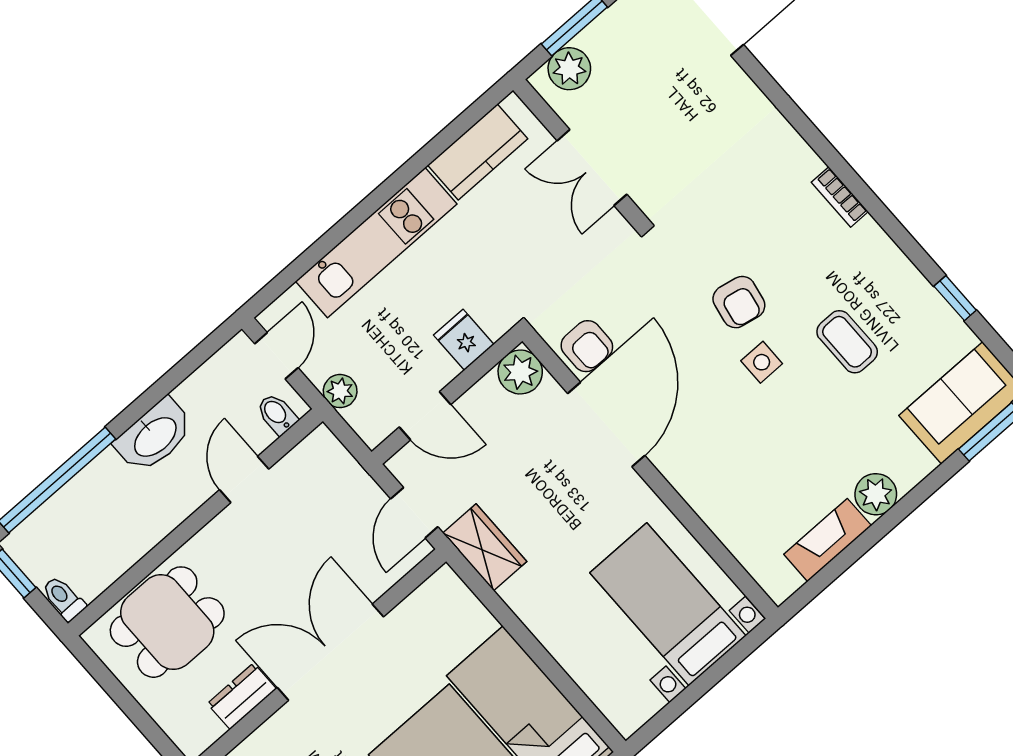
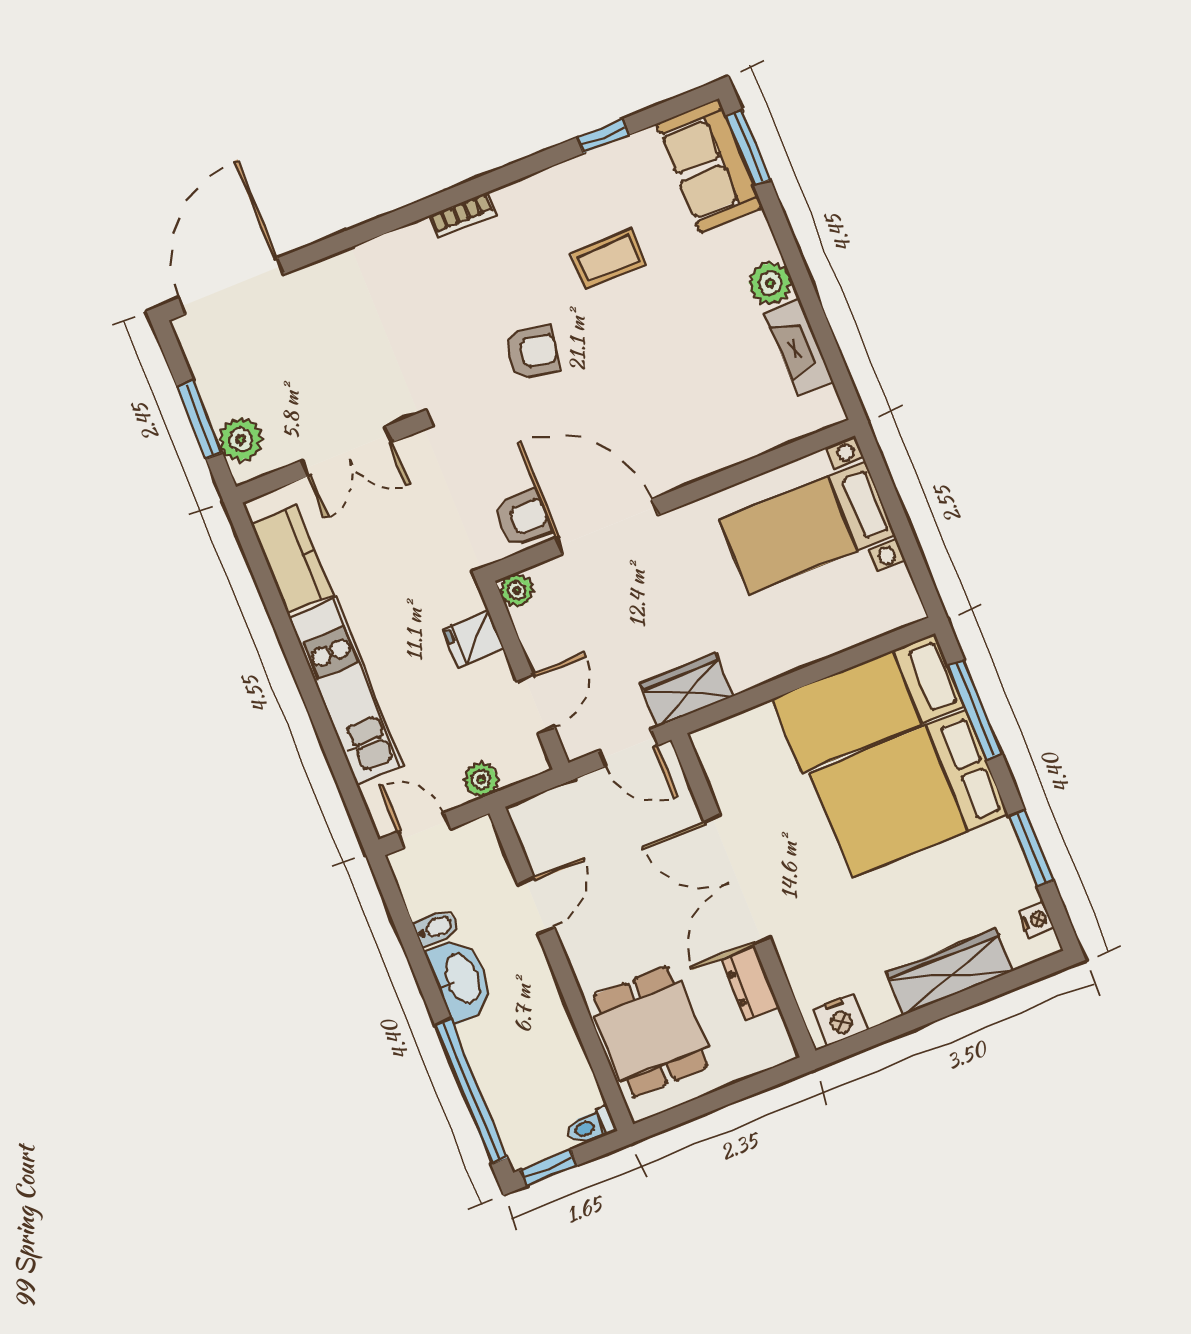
side table: (762, 362) -> (599, 351), removed
plant: (520, 372) -> (517, 590), width x0.73, depth x0.73
bidet: (277, 414) -> (436, 928), moved, turned 180
door: (244, 479) -> (536, 905), swing flipped

